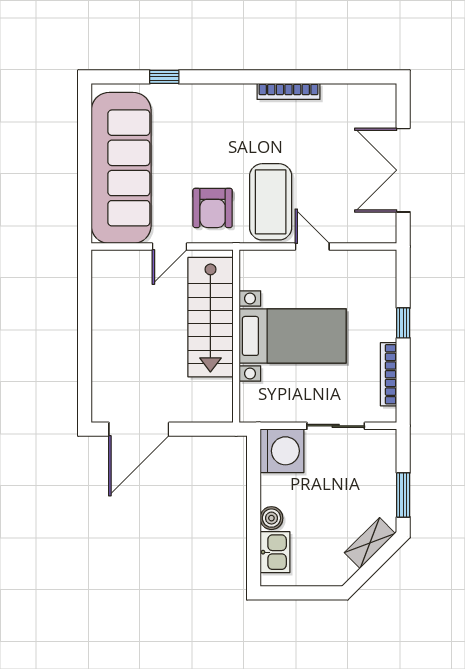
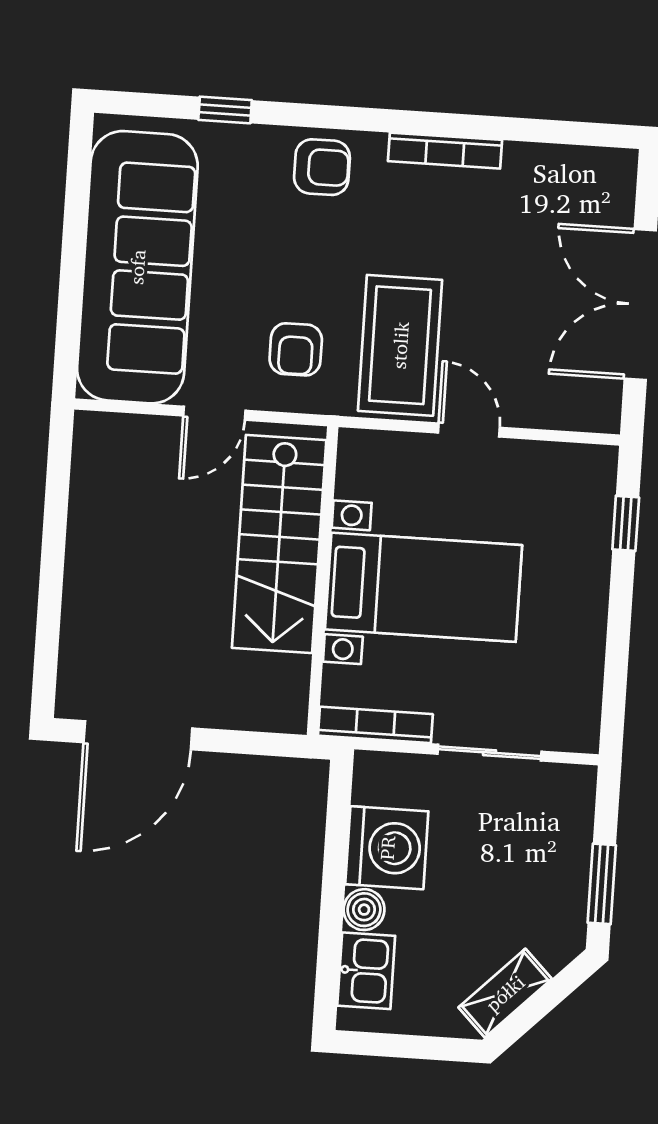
armchair: (220, 105) -> (322, 167), added
armchair: (213, 208) -> (296, 349), width x0.72, depth x0.72
window: (403, 323) -> (626, 523), moved
bookcase: (389, 374) -> (375, 725), moved, turned 90
washing machine: (282, 451) -> (387, 848), moved
shelving: (370, 543) -> (505, 993), moved

